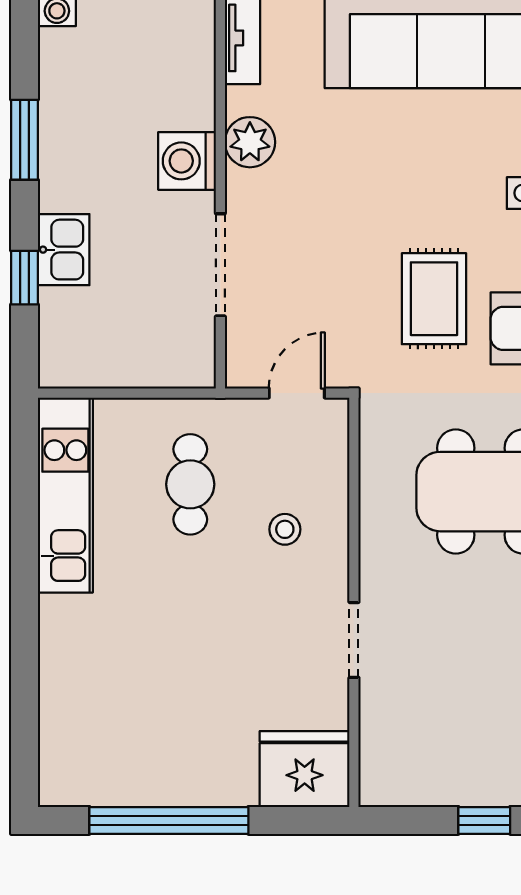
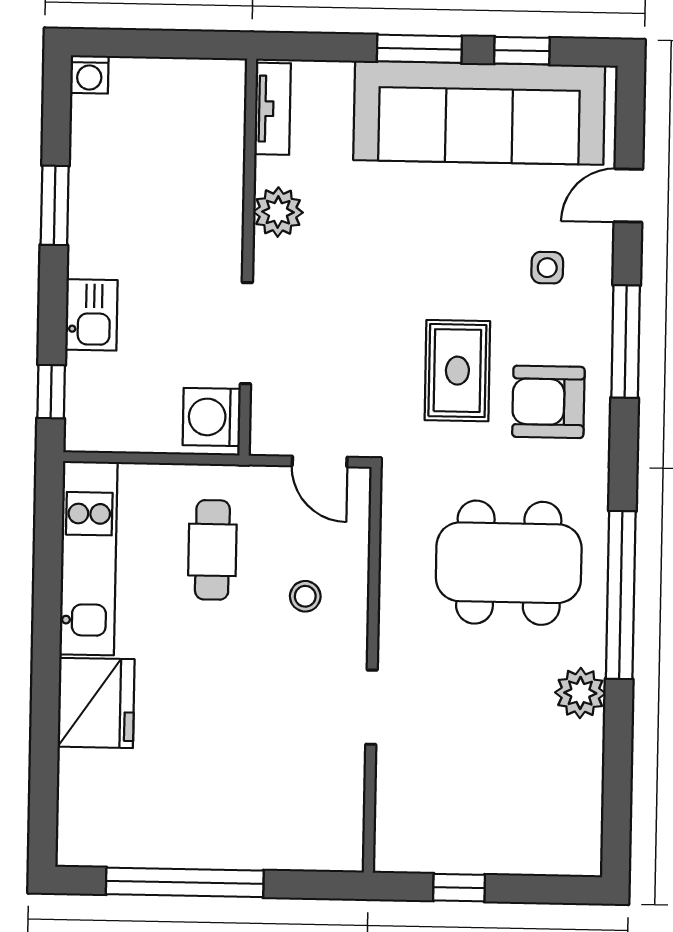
washing machine: (187, 161) -> (212, 417), moved
window: (25, 278) -> (51, 392), moved
door: (297, 393) -> (320, 462), swing flipped
fridge: (305, 769) -> (96, 703), moved, turned 90
window: (484, 820) -> (459, 888), moved

